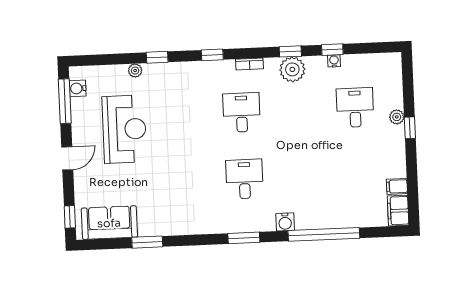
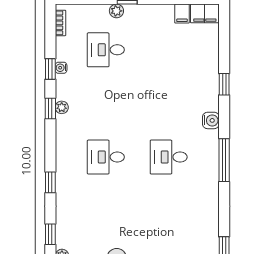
bookcase: (249, 64) -> (60, 23), moved
plant: (292, 69) -> (62, 107), width x0.53, depth x0.53
window: (324, 234) -> (224, 84), width x0.32
window: (244, 238) -> (224, 160), width x1.44

